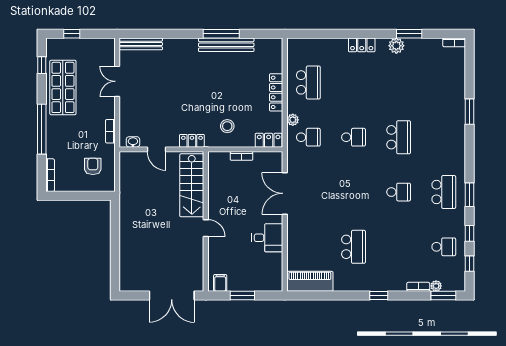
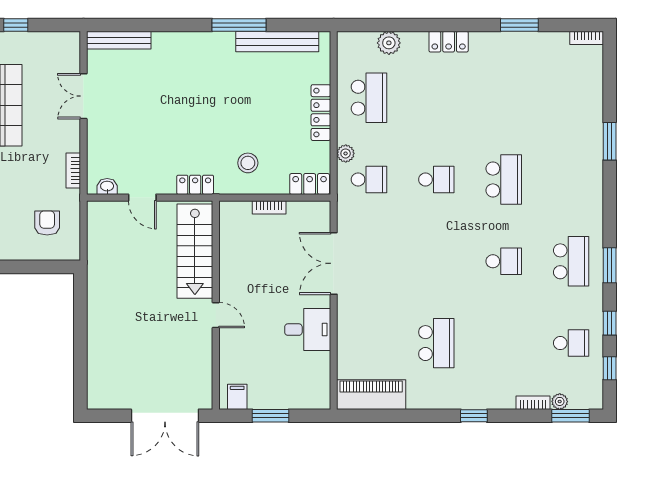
bench: (226, 45) -> (277, 42), moved
plant: (396, 46) -> (389, 43), moved

